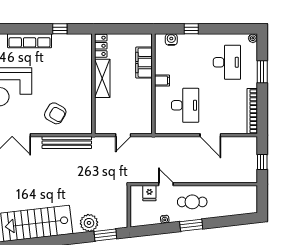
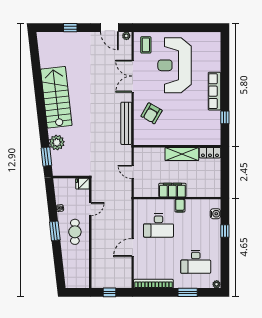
filing cabinet: (144, 63) -> (172, 190), moved
fridge: (149, 193) -> (83, 184), moved

